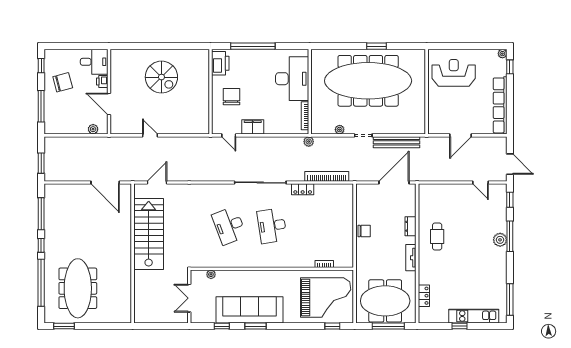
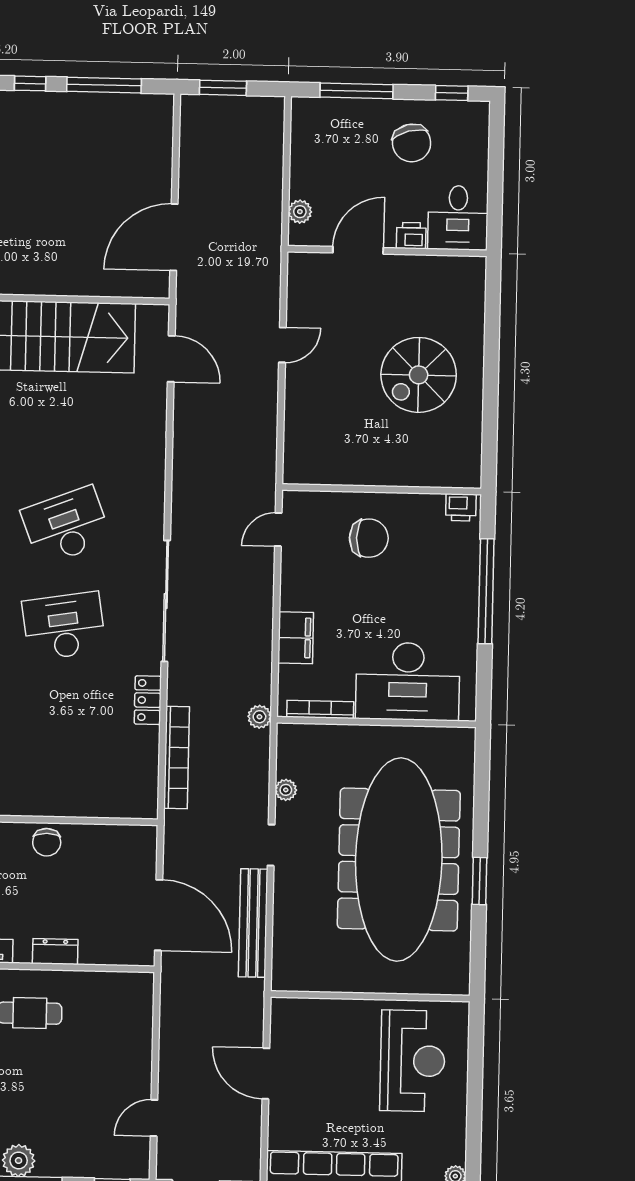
printer: (220, 63) -> (461, 507), width x0.53, depth x0.68
filing cabinet: (253, 127) -> (296, 638), moved

